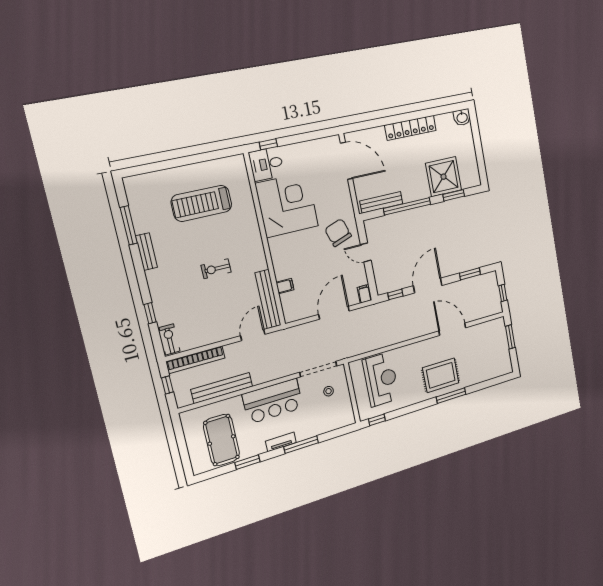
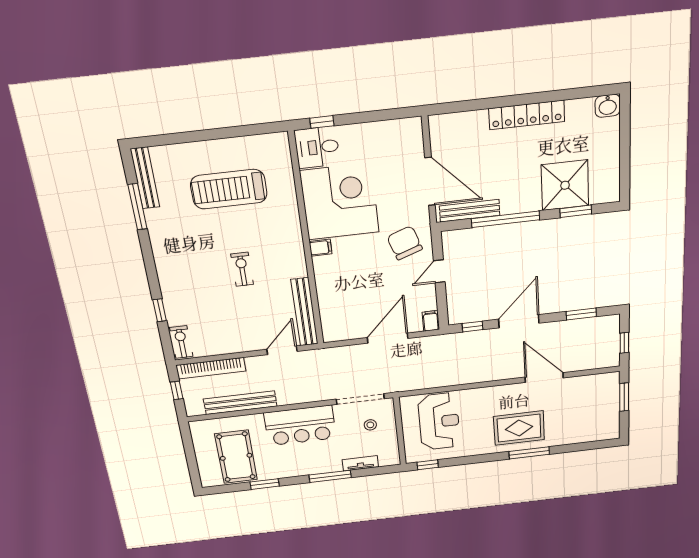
door: (346, 161) -> (430, 181), moved
bench: (146, 252) -> (145, 178), moved, width x1.36
door: (366, 252) -> (439, 271), hinge flipped
exercise bike: (216, 269) -> (242, 269), turned 90
filing cabinet: (285, 286) -> (321, 248), moved
tv unit: (281, 442) -> (360, 463), moved

